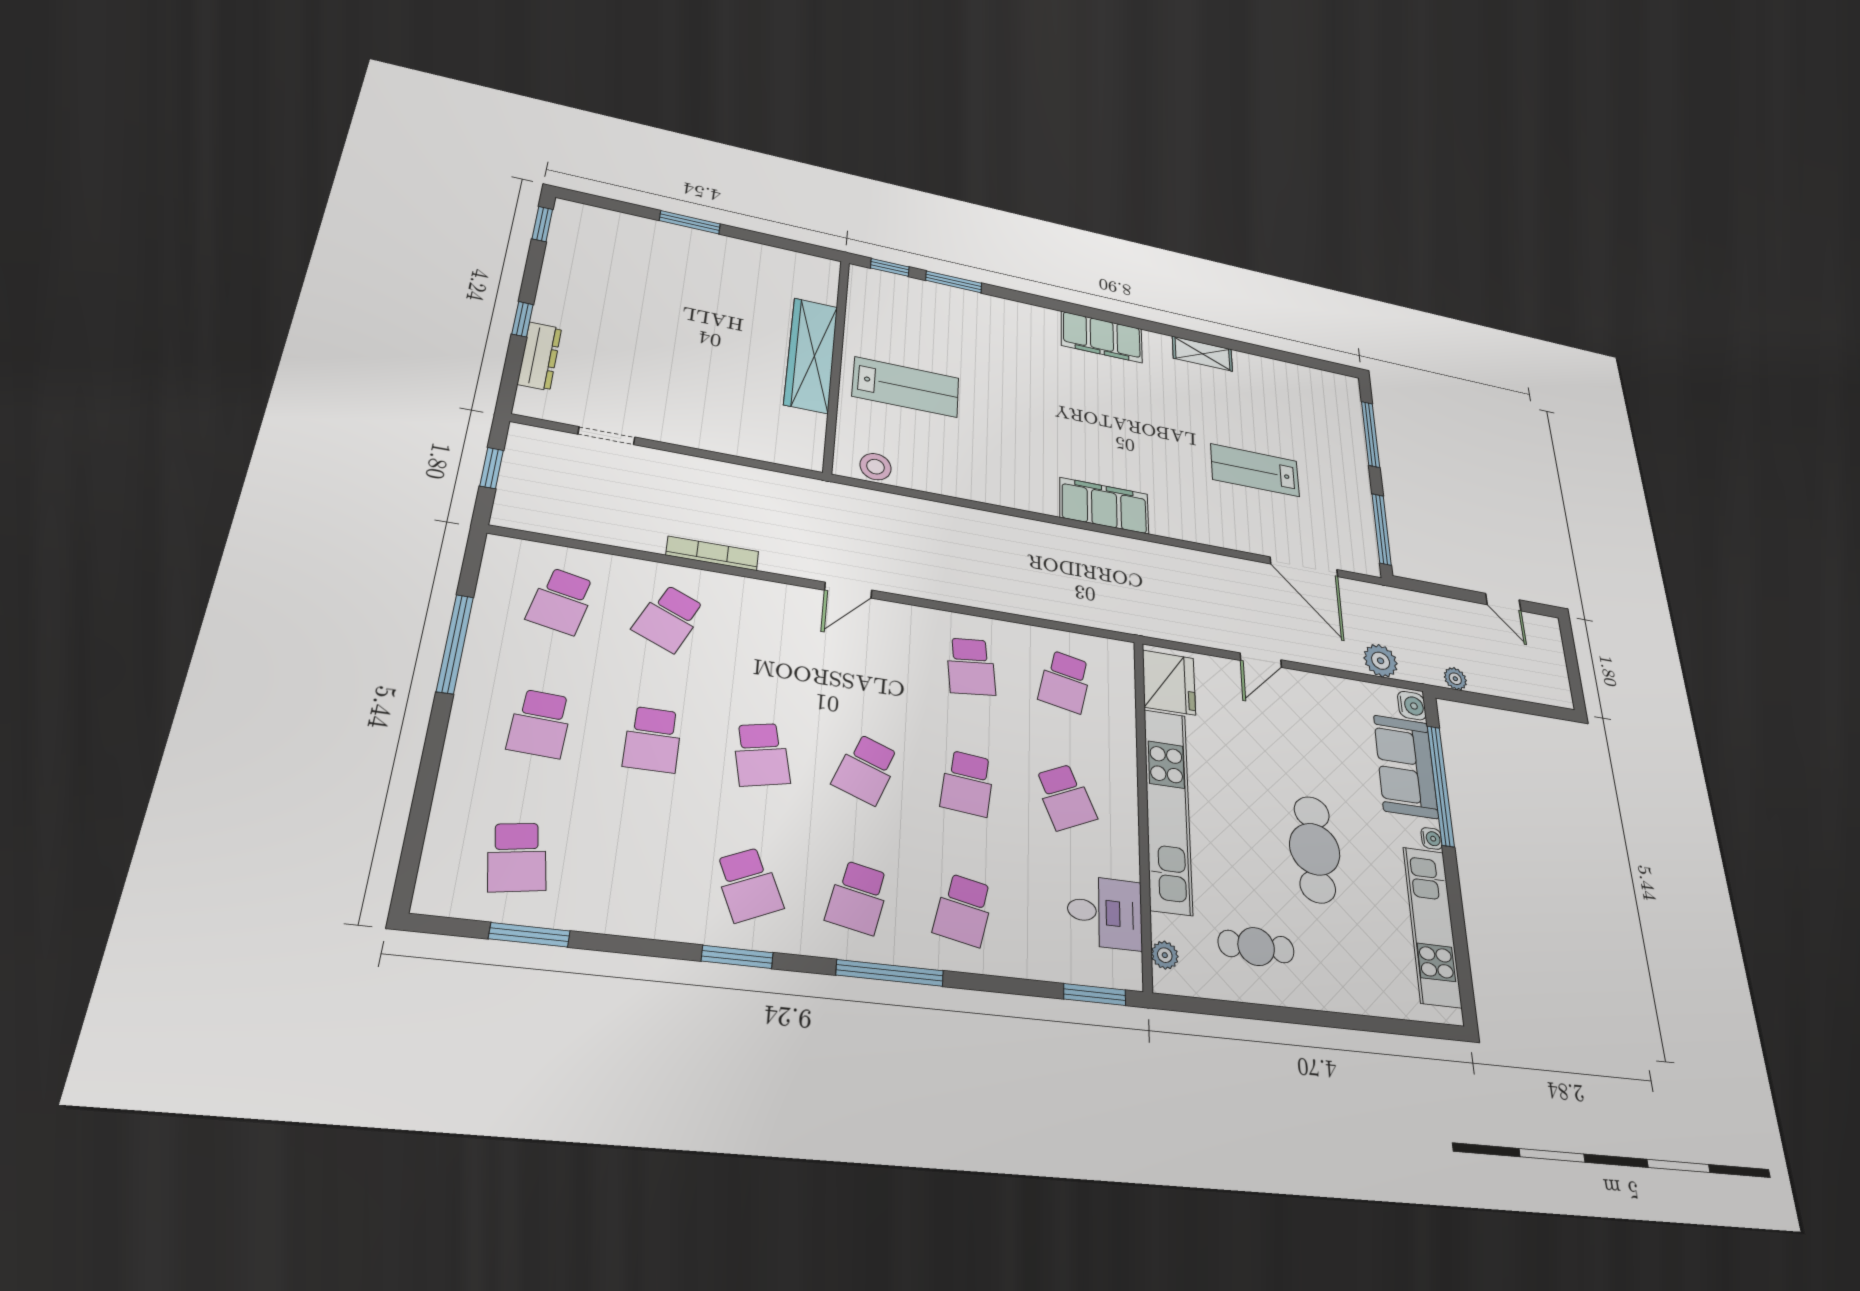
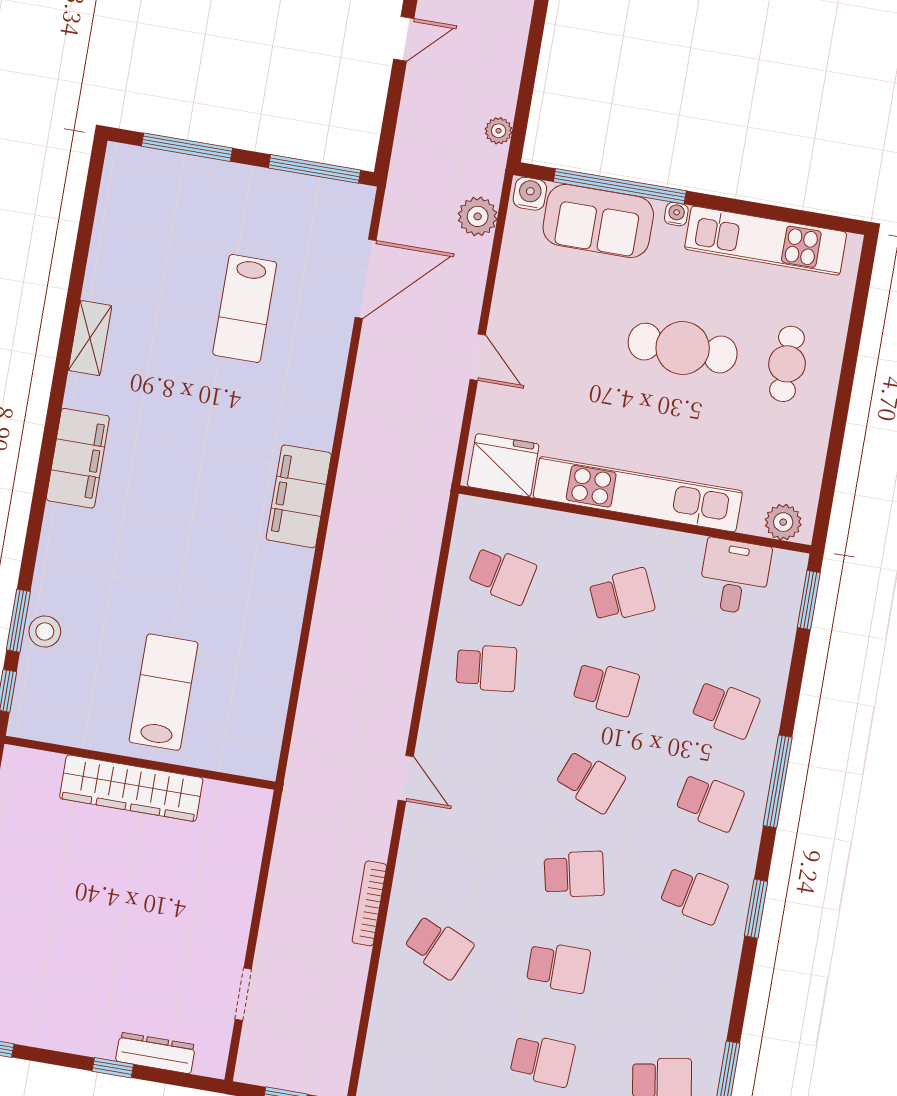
stool: (876, 467) -> (45, 632), moved
school desk: (561, 601) -> (423, 1040), removed
school desk: (748, 885) -> (694, 895), turned 36
cafe table: (1256, 946) -> (787, 364), moved
plant: (1165, 955) -> (783, 522), width x1.38, depth x1.38

